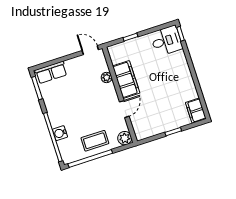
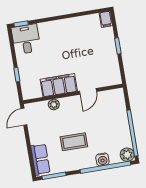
door: (124, 109) -> (88, 91), swing flipped
filing cabinet: (196, 111) -> (106, 19), width x0.50
plant: (125, 138) -> (127, 155), moved
coffee table: (95, 141) -> (74, 142), moved, turned 90

